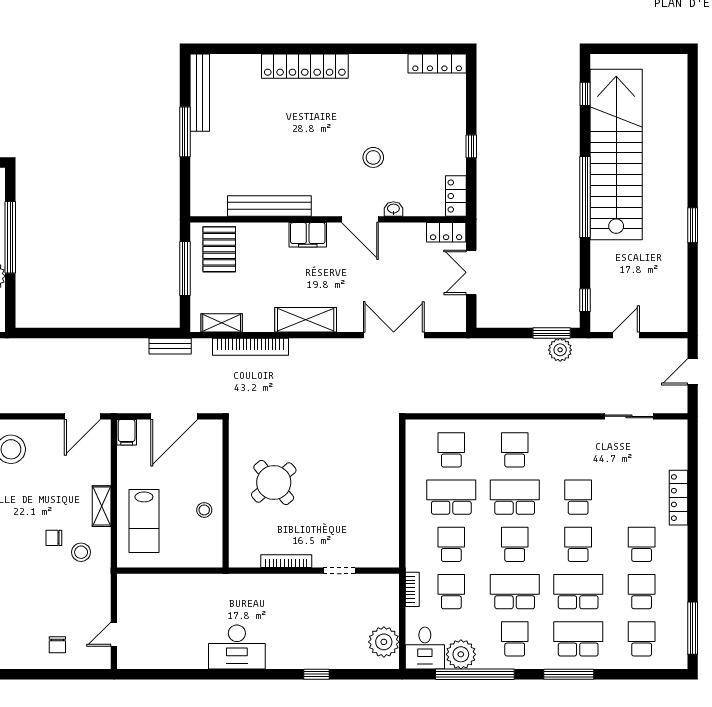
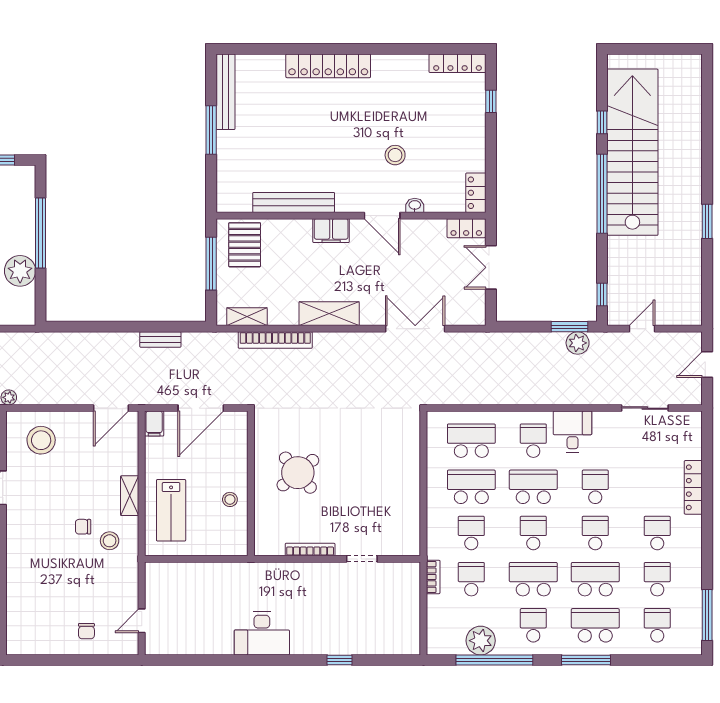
window: (585, 94) -> (602, 122), moved
window: (471, 146) -> (491, 101), moved
bench: (170, 346) -> (160, 339), moved
school desk: (451, 450) -> (471, 441), width x1.85
plant: (384, 642) -> (405, 628), removed
desk: (425, 648) -> (573, 432), moved, turned 180

